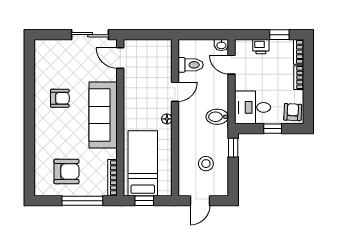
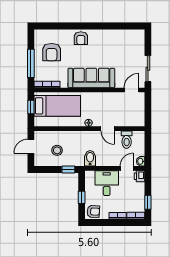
printer: (261, 47) -> (139, 176), moved
armchair: (60, 98) -> (81, 38), moved
desk: (252, 107) -> (107, 183), moved
door: (200, 201) -> (31, 146), hinge flipped

